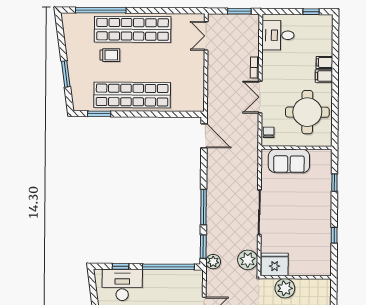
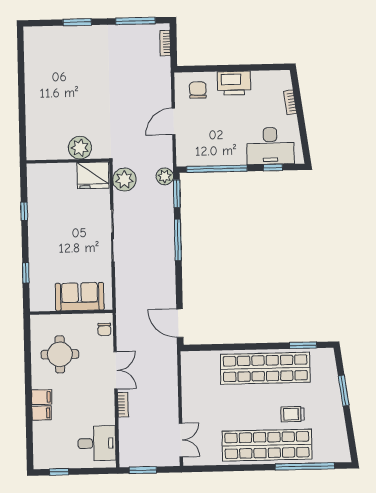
round table: (307, 112) -> (60, 354), width x0.73, depth x0.73

